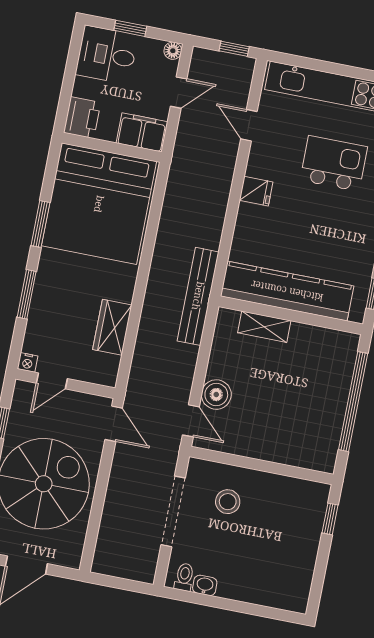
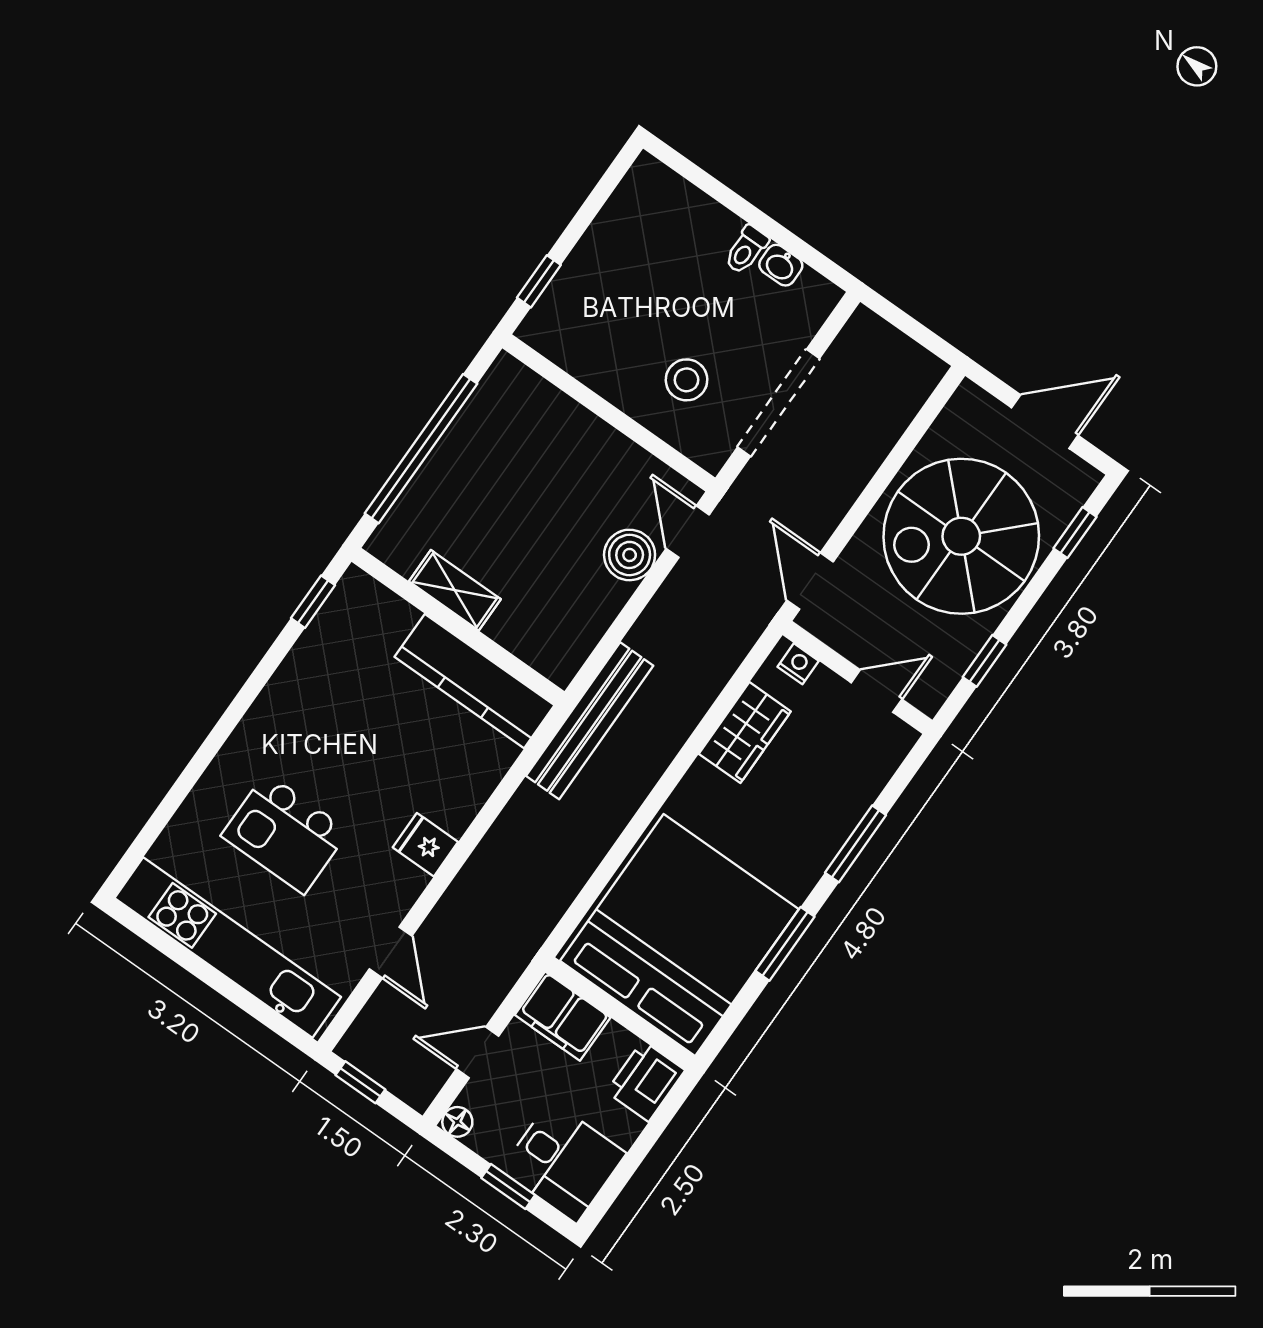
kitchen counter: (287, 291) -> (475, 681), width x0.72, depth x0.86
shelving: (264, 327) -> (455, 590), moved
nightstand: (27, 362) -> (798, 664), moved
toilet: (184, 577) -> (746, 250), moved

